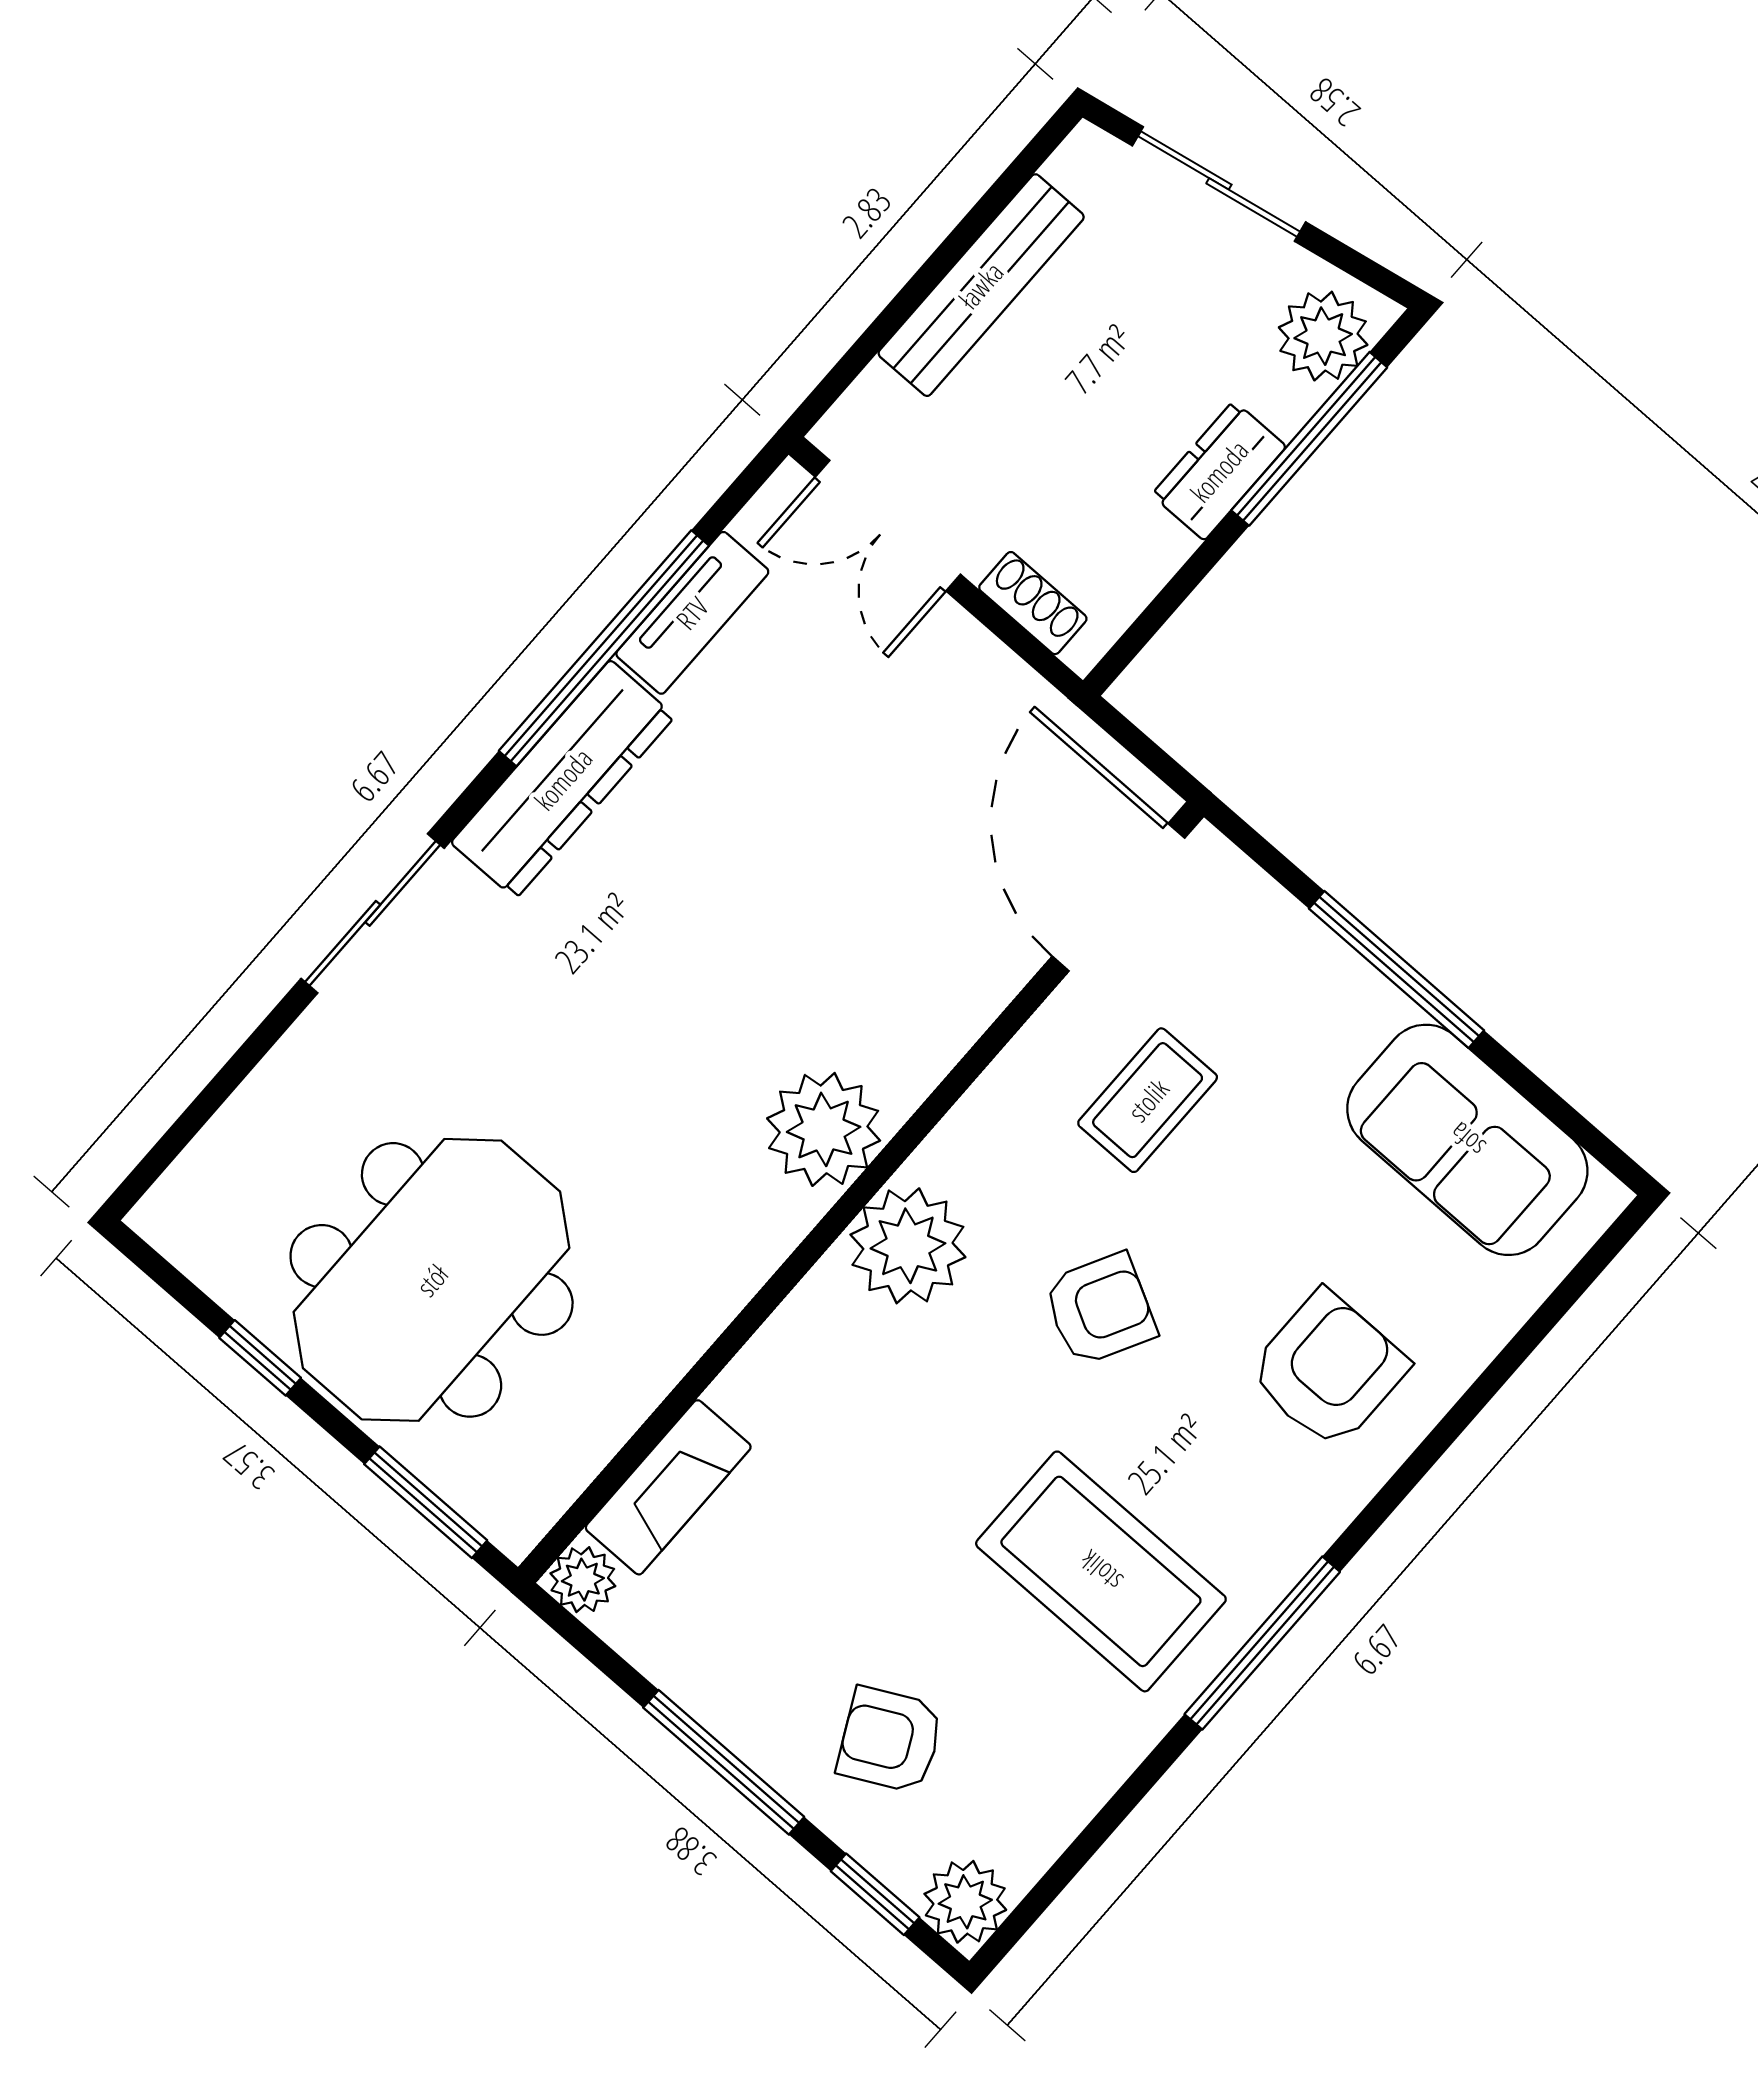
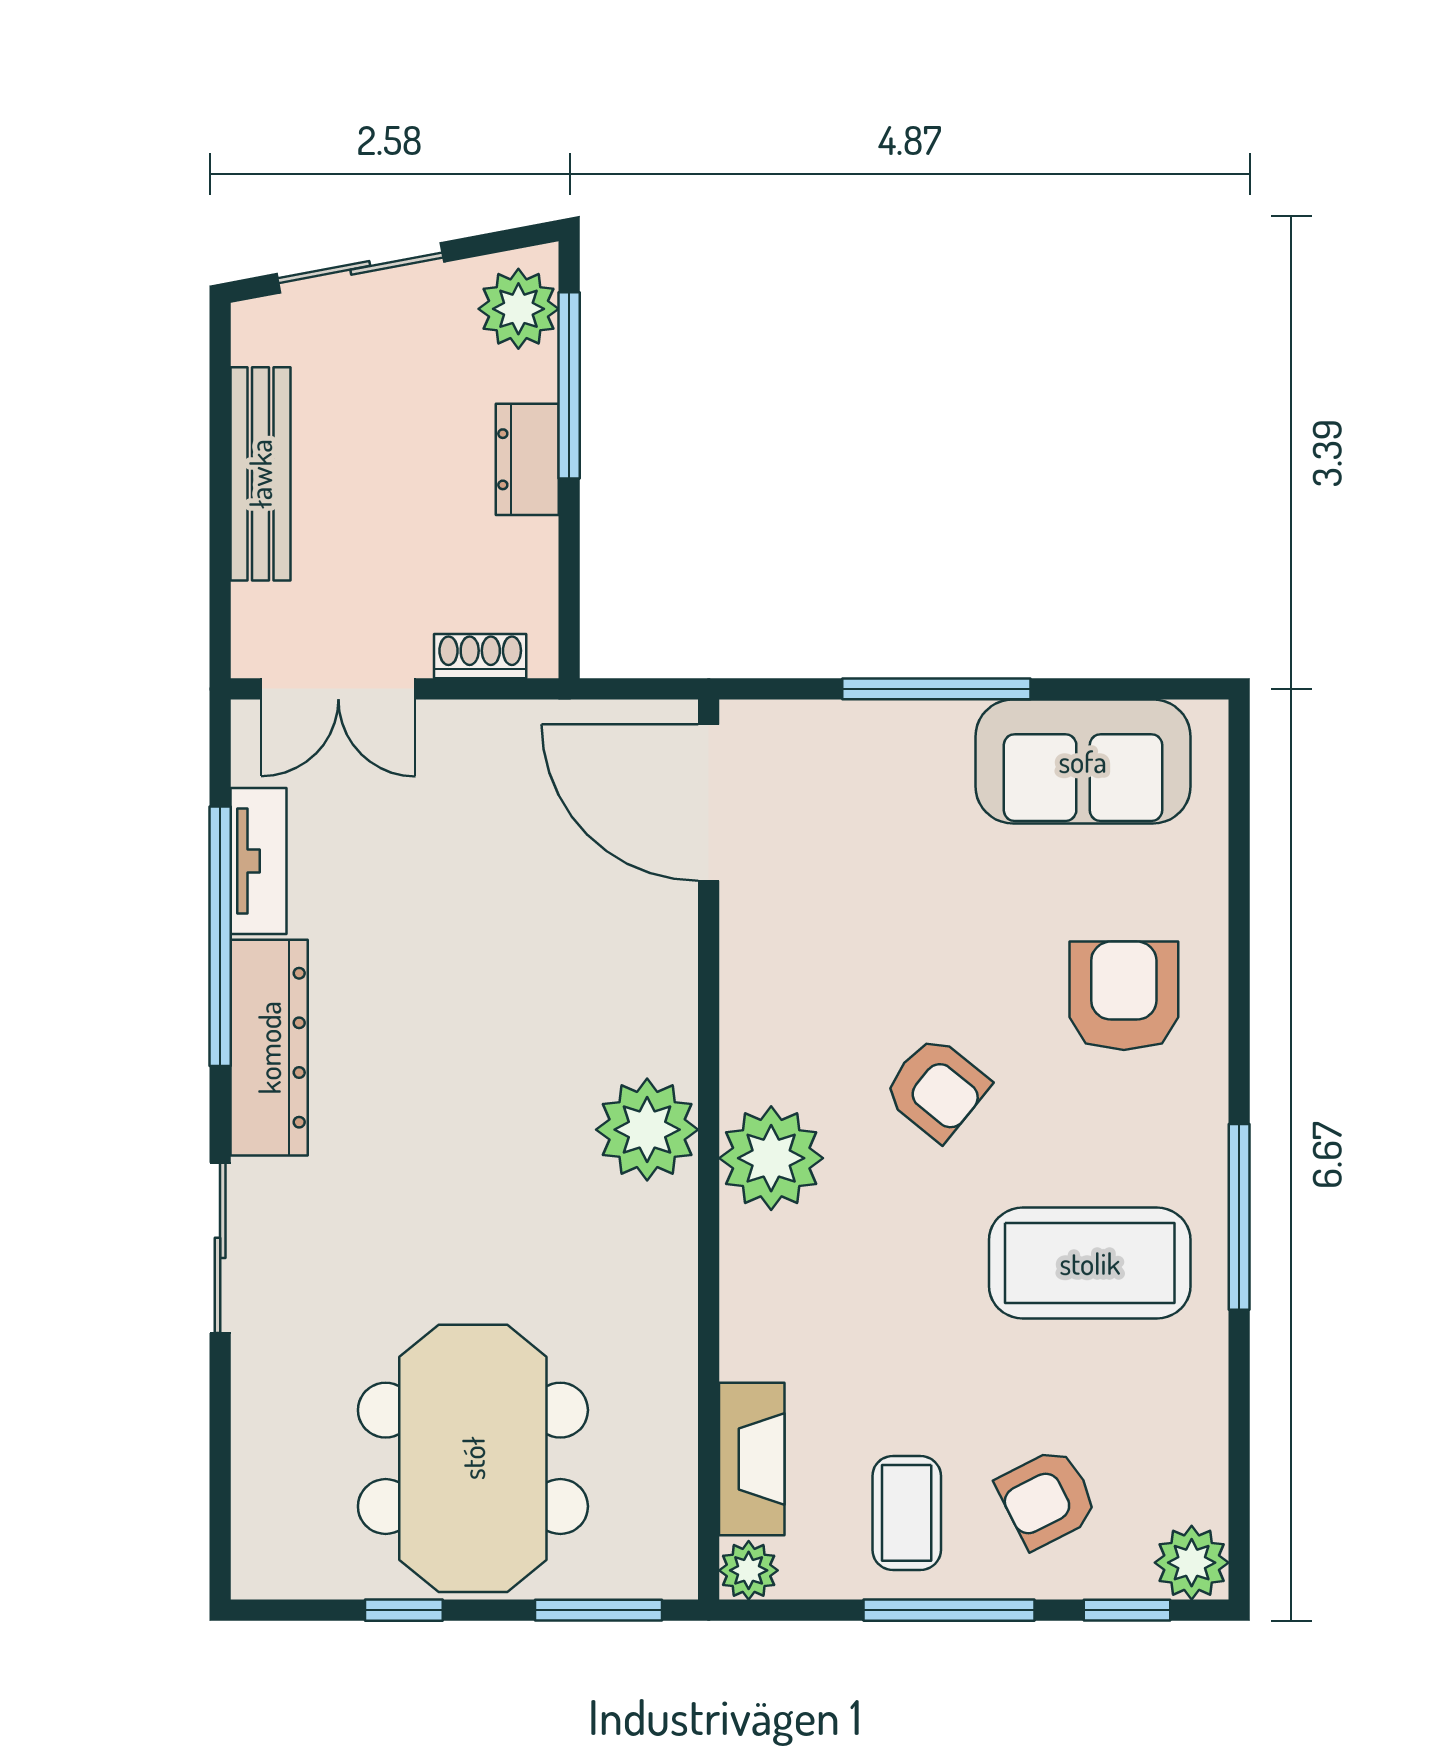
coffee table: (1148, 1100) -> (907, 1513), moved
armchair: (1100, 1309) -> (936, 1088), turned 101

